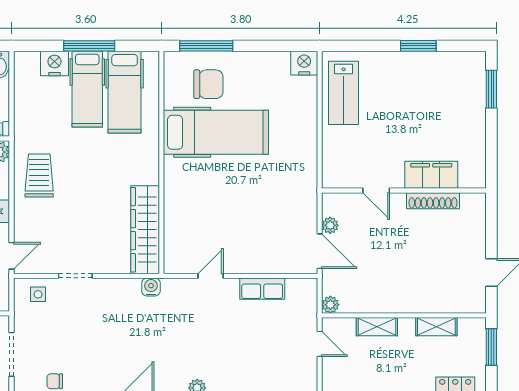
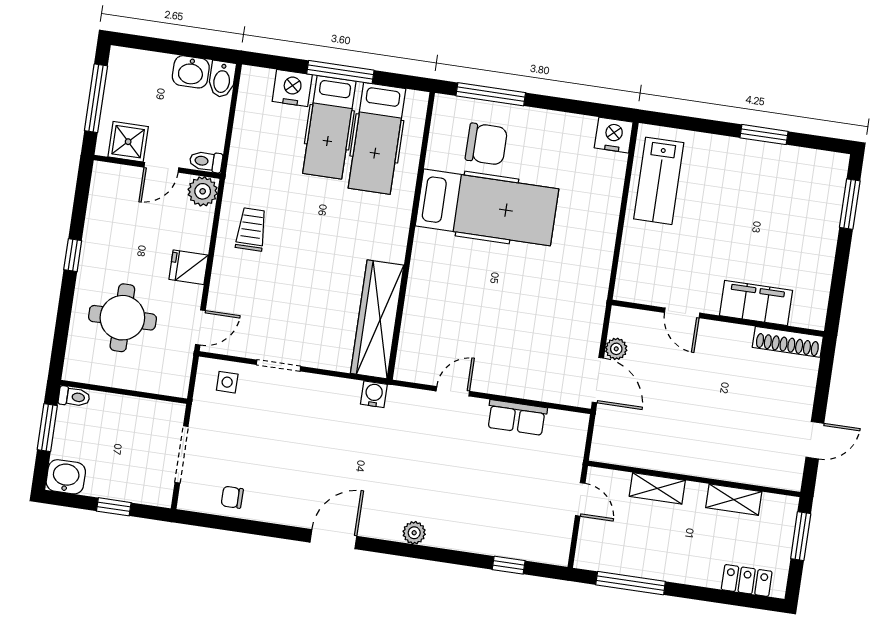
trolley: (39, 176) -> (251, 229), width x0.73, depth x0.72
shoe rack: (433, 201) -> (788, 342), moved
plant: (330, 305) -> (602, 451), removed

